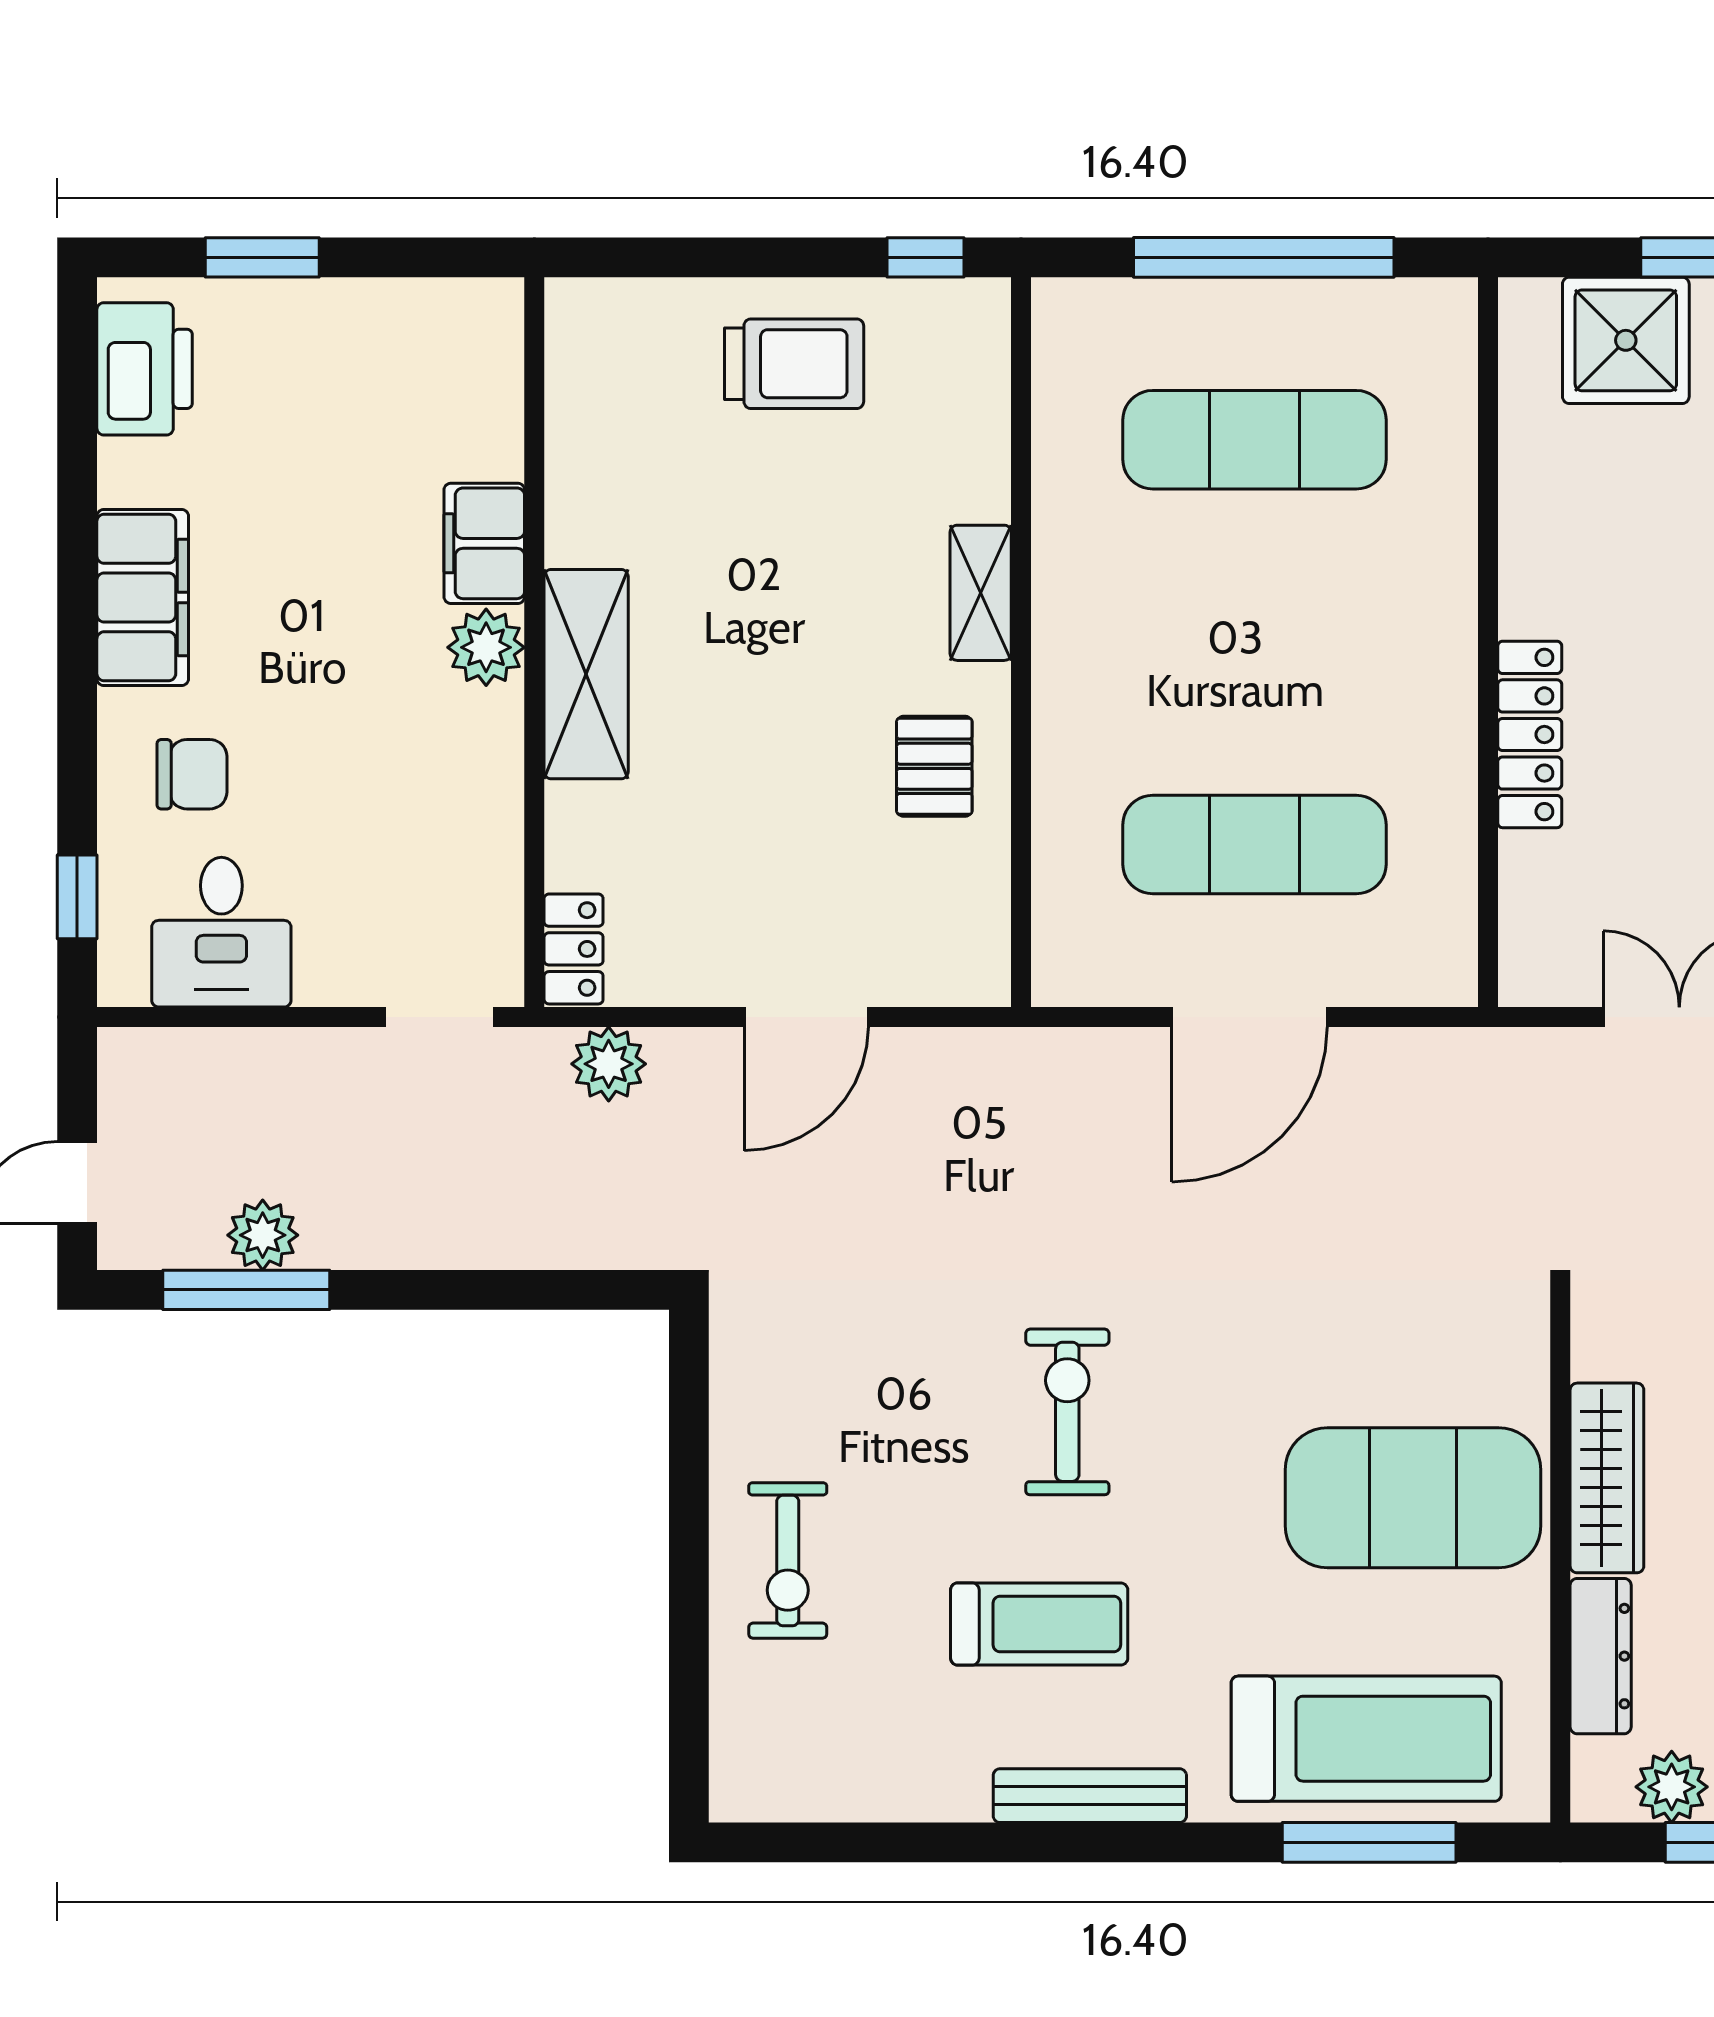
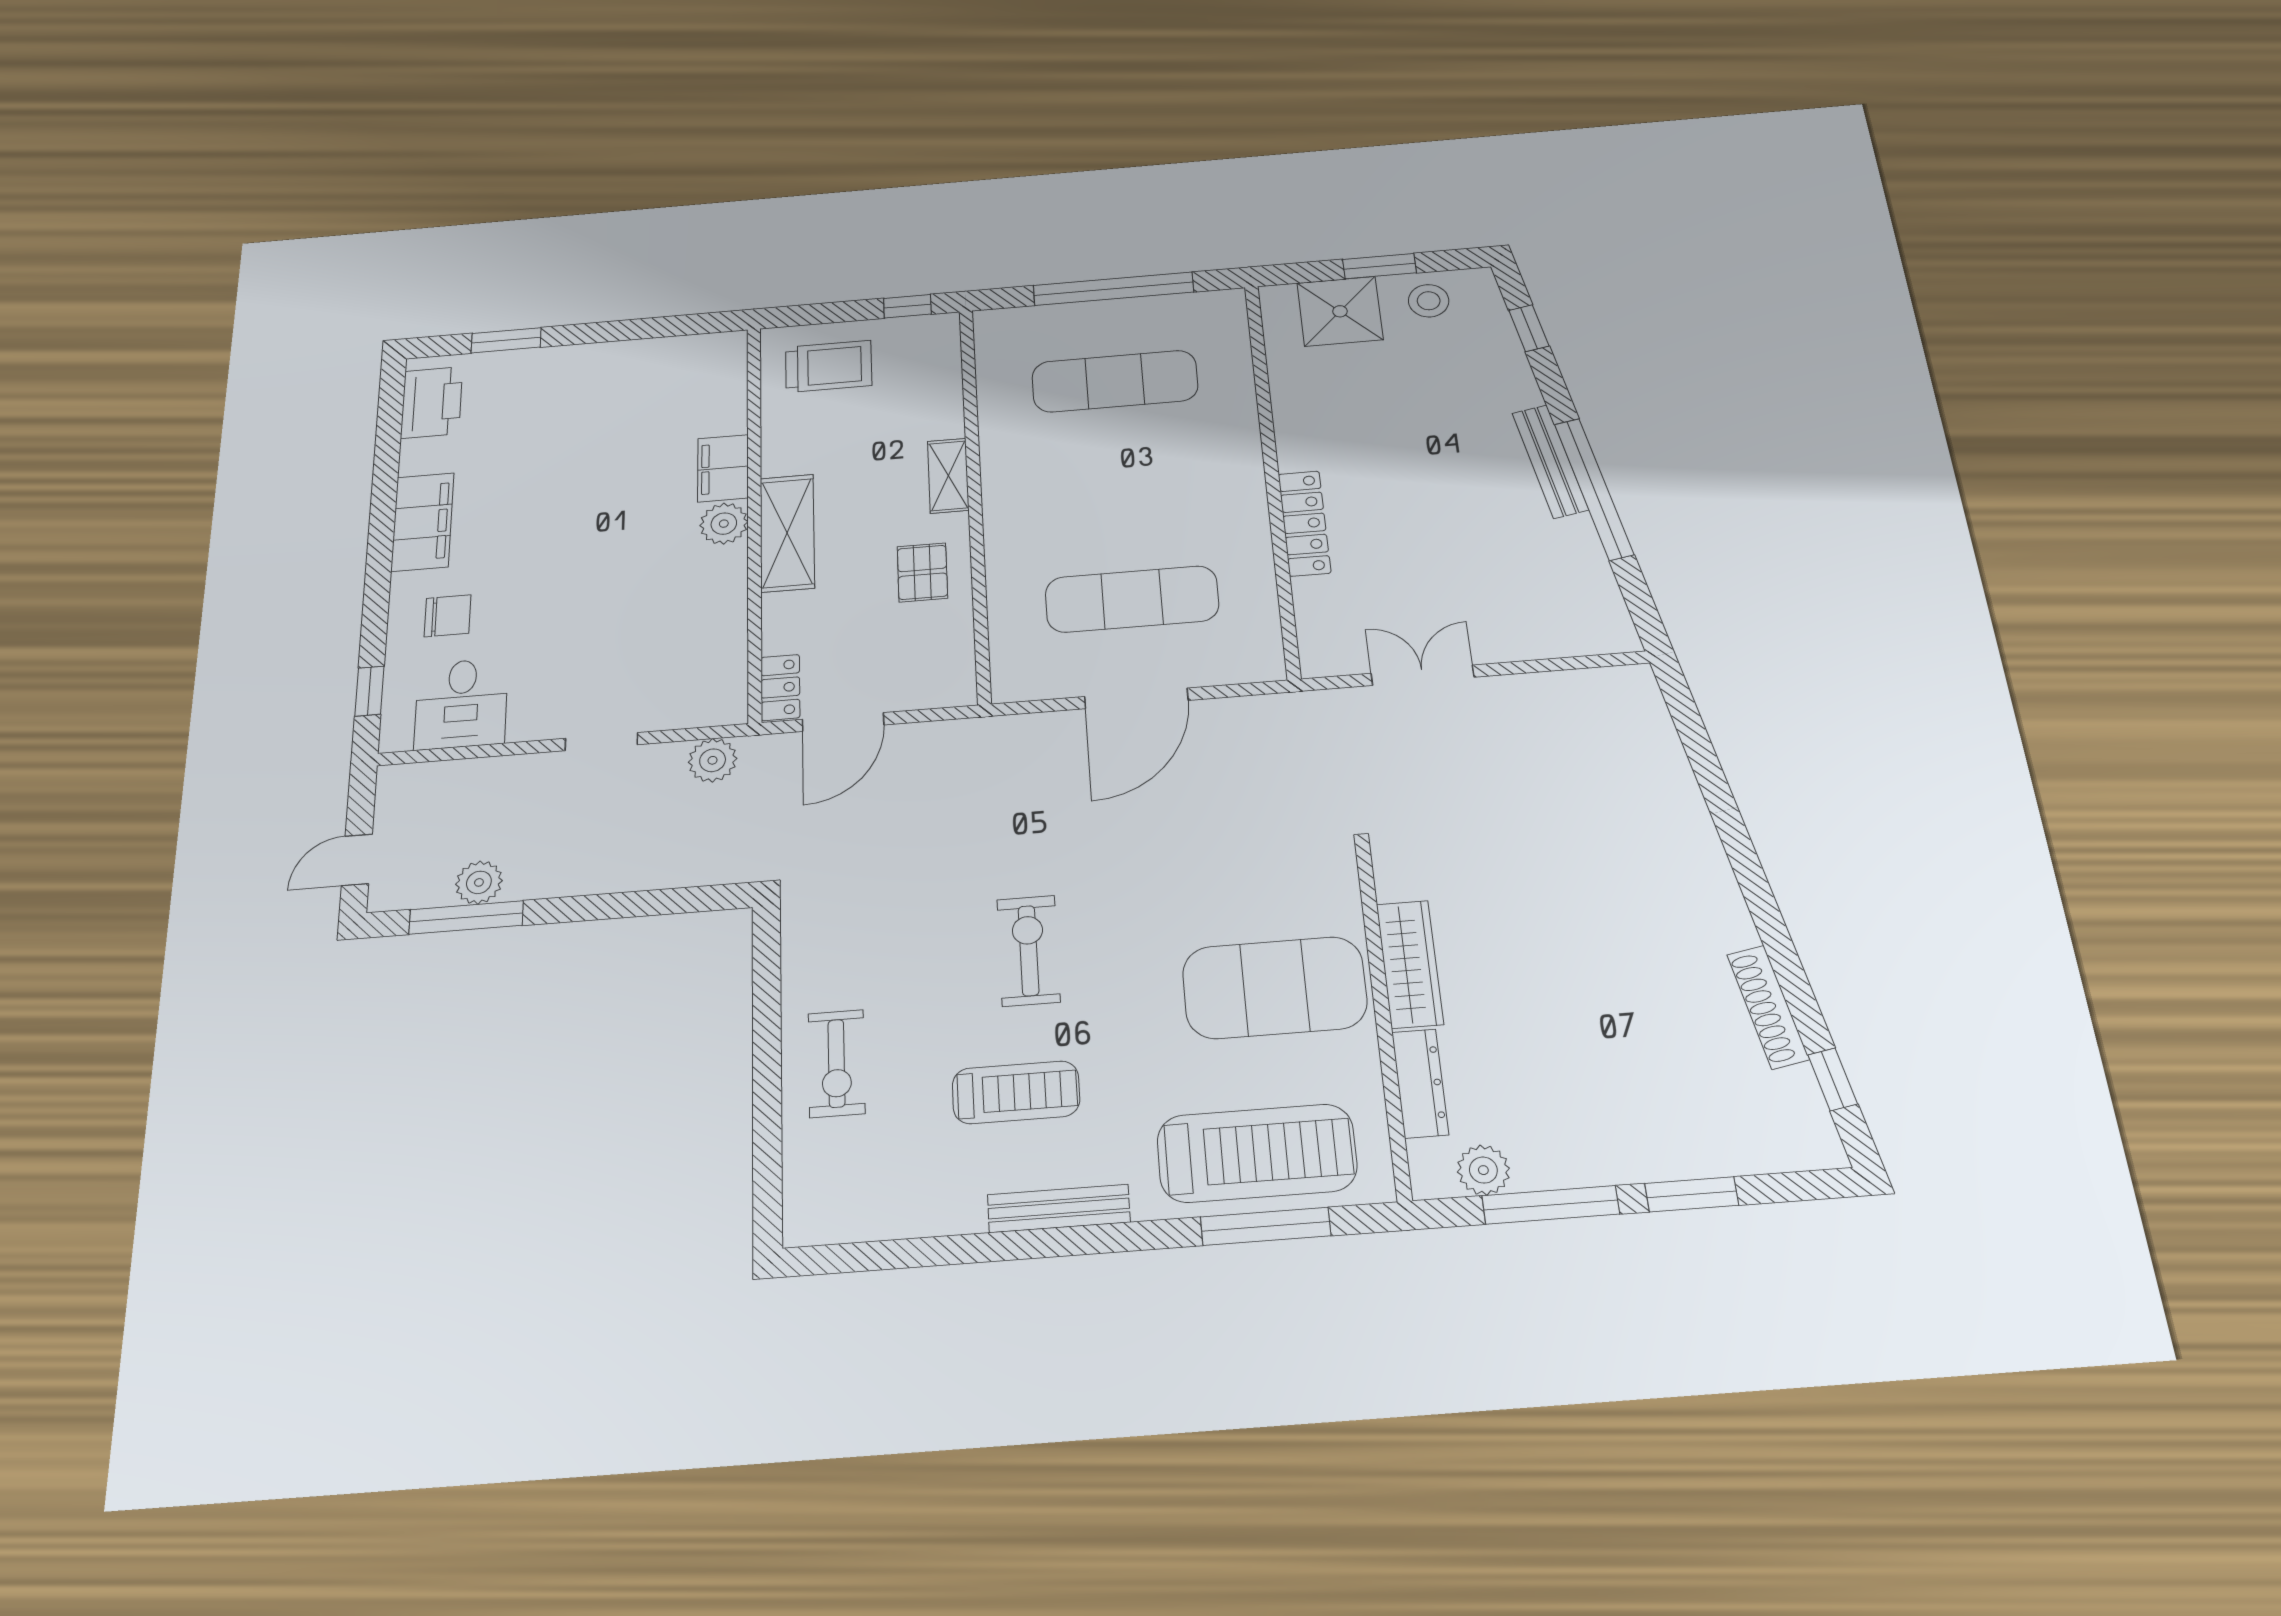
filing cabinet: (484, 543) -> (723, 468), moved
wall: (534, 642) -> (754, 518), moved
plant: (486, 647) -> (724, 524), moved
shelving: (586, 674) -> (787, 533), moved
locker: (574, 949) -> (780, 687), moved

